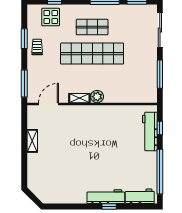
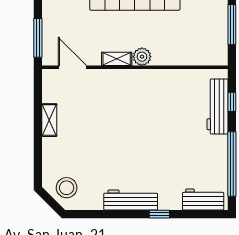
door: (48, 104) -> (72, 67), hinge flipped
stool: (44, 188) -> (67, 188), added
workbench: (106, 197) -> (131, 200), moved

